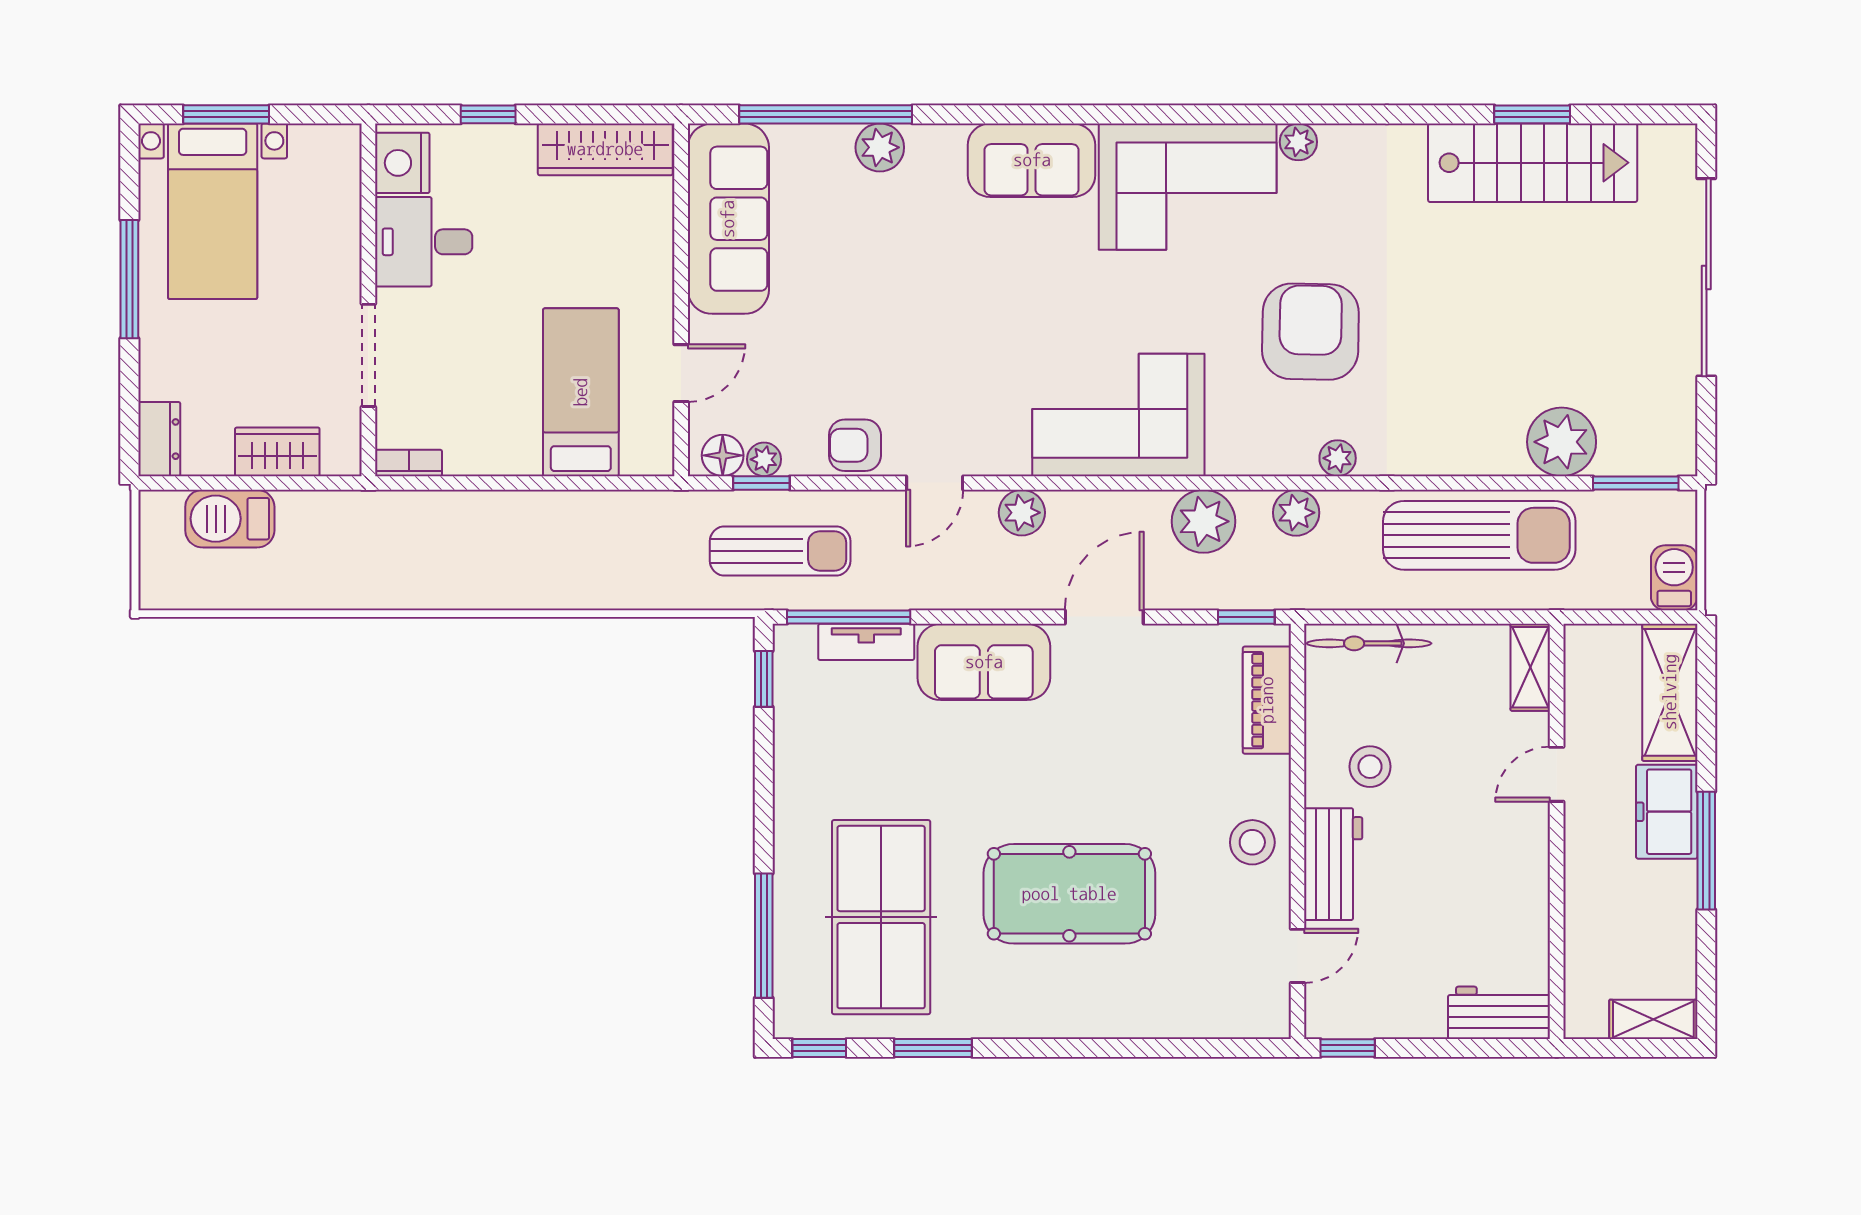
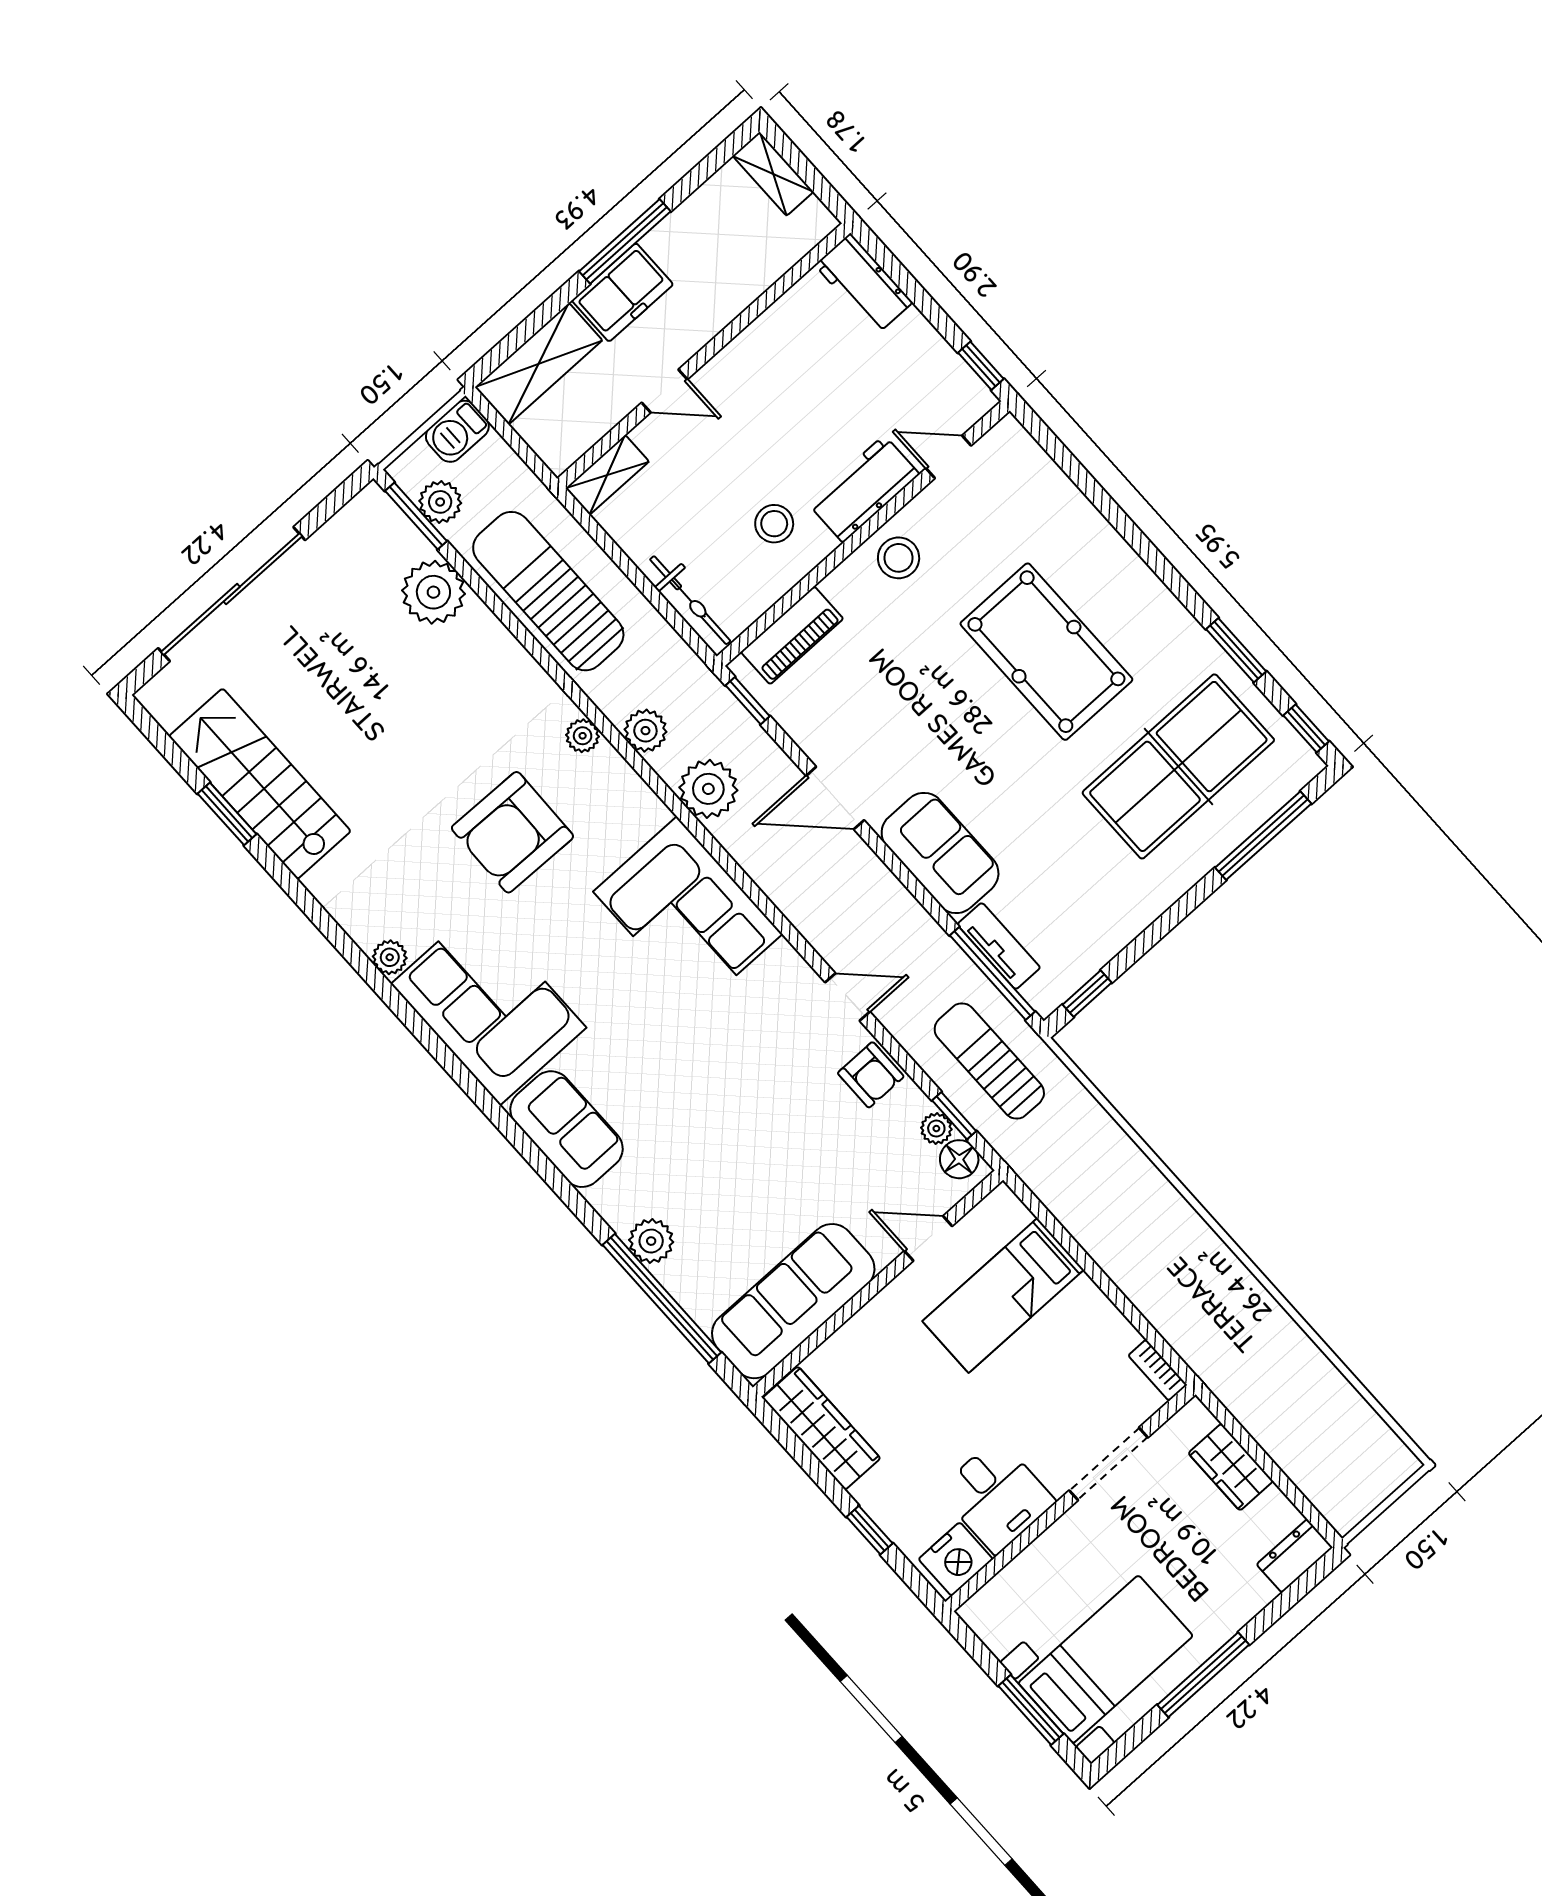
plant: (1022, 513) -> (440, 502), moved
barbecue: (230, 519) -> (1306, 1458), removed

